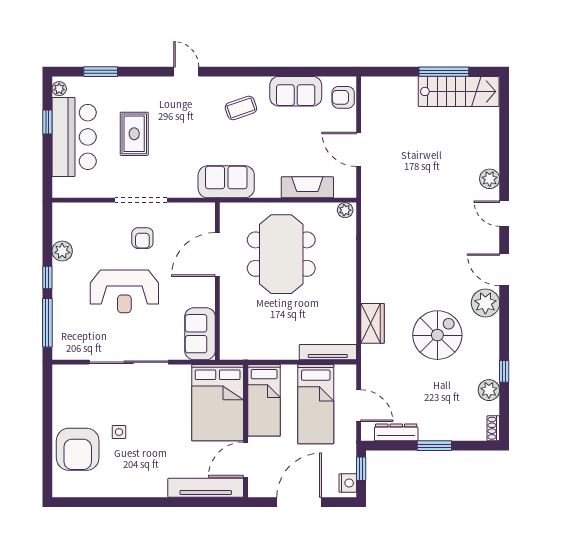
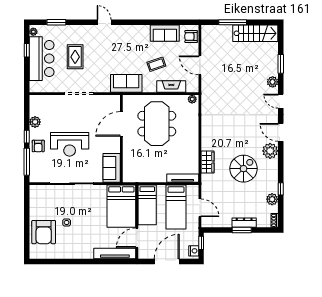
window: (444, 72) -> (233, 22), moved
coffee table: (241, 108) -> (156, 64), moved
window: (504, 146) -> (281, 64), added
armchair: (142, 238) -> (38, 146), moved
dresser: (396, 432) -> (244, 223), moved

